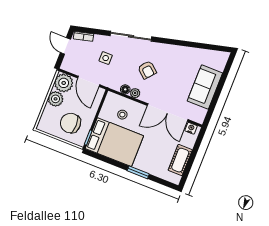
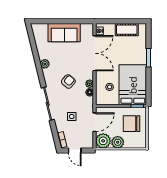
door: (65, 46) -> (75, 151), hinge flipped
plant: (178, 51) -> (45, 64), added
chair: (71, 123) -> (132, 124), turned 90

